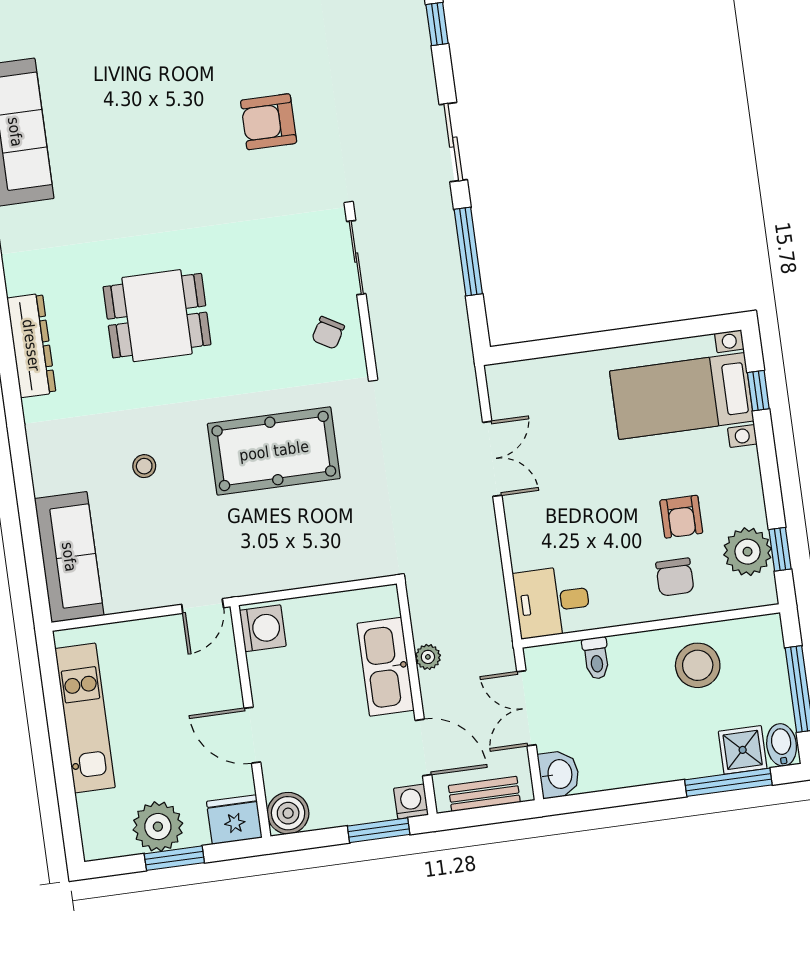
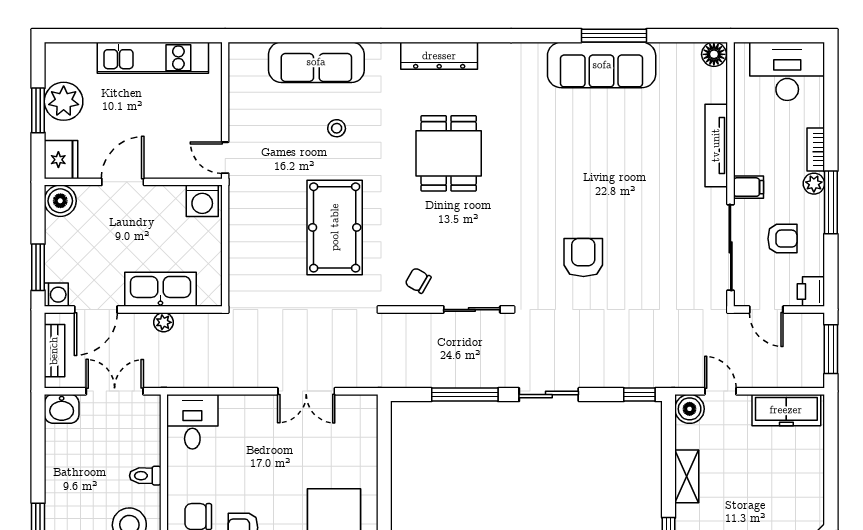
sofa: (69, 557) -> (316, 62), moved
toilet: (596, 658) -> (145, 476), moved

